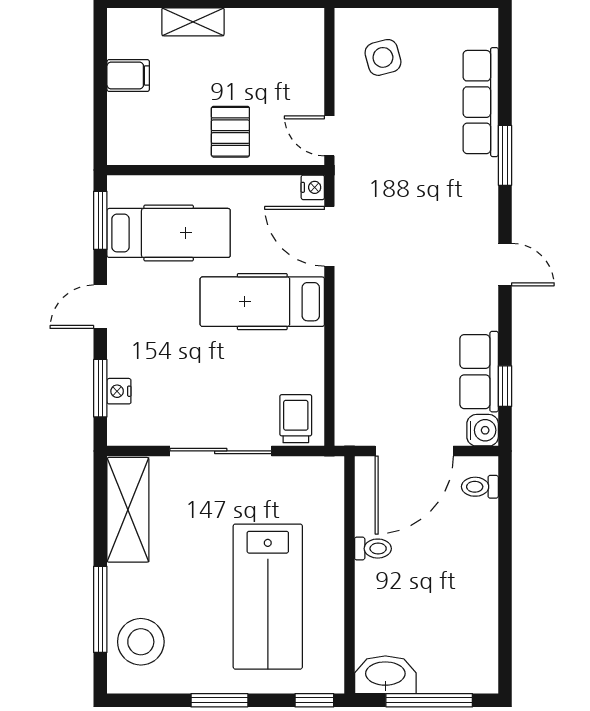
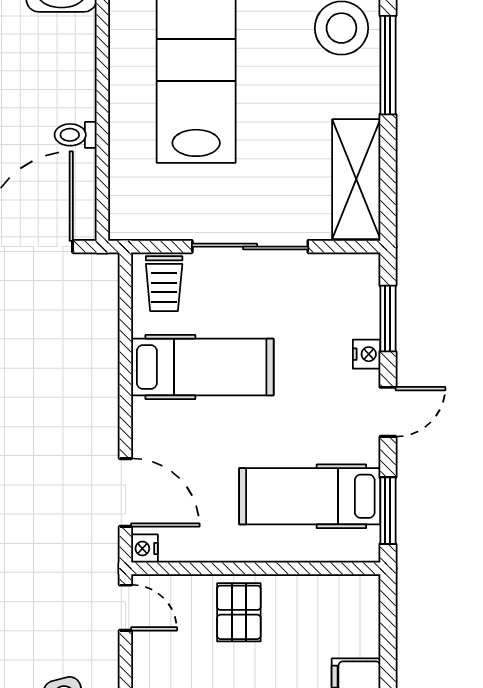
hospital bed: (262, 302) -> (202, 367), moved
nightstand: (119, 391) -> (367, 354), moved

